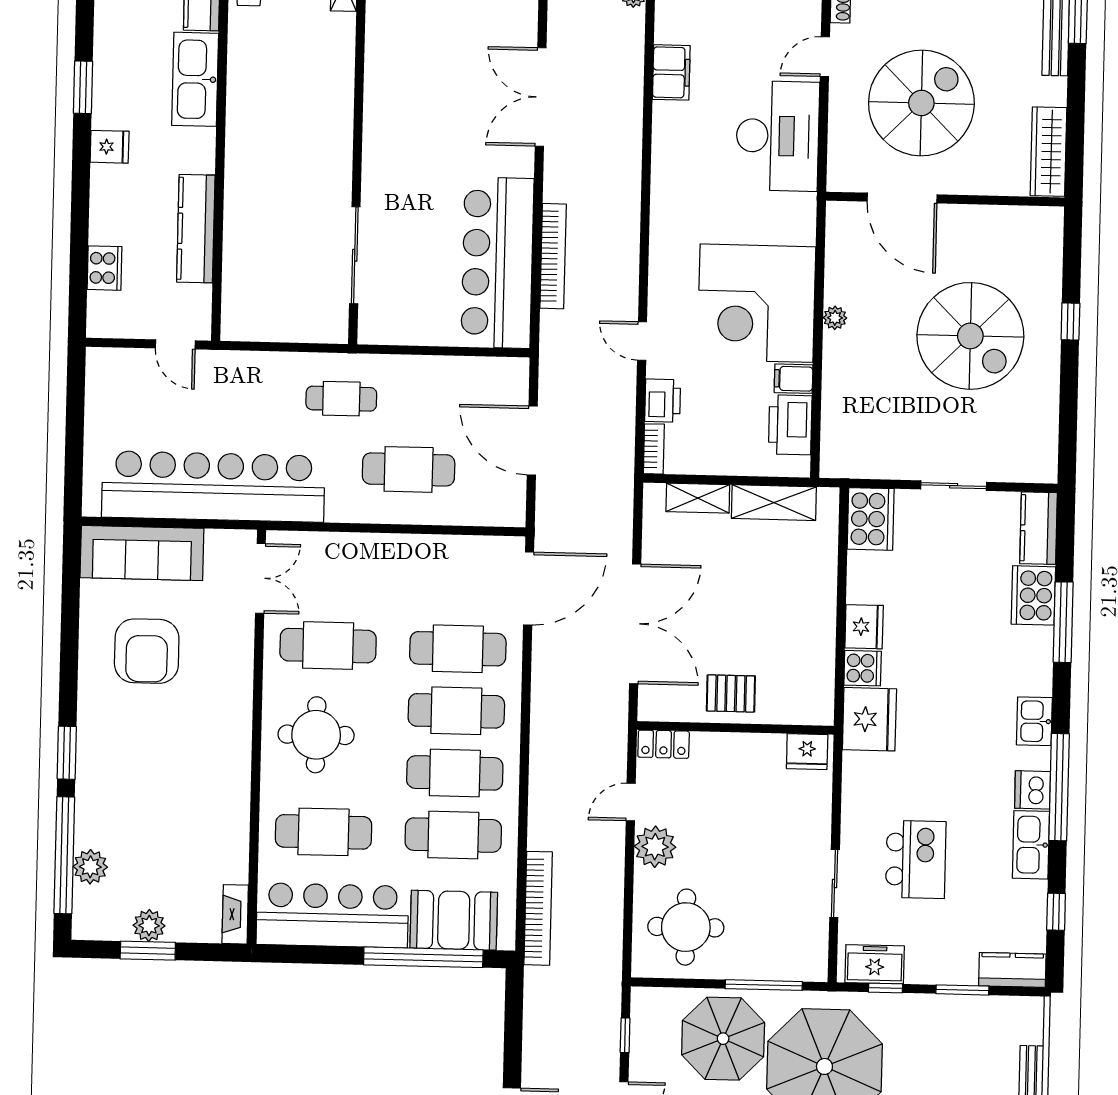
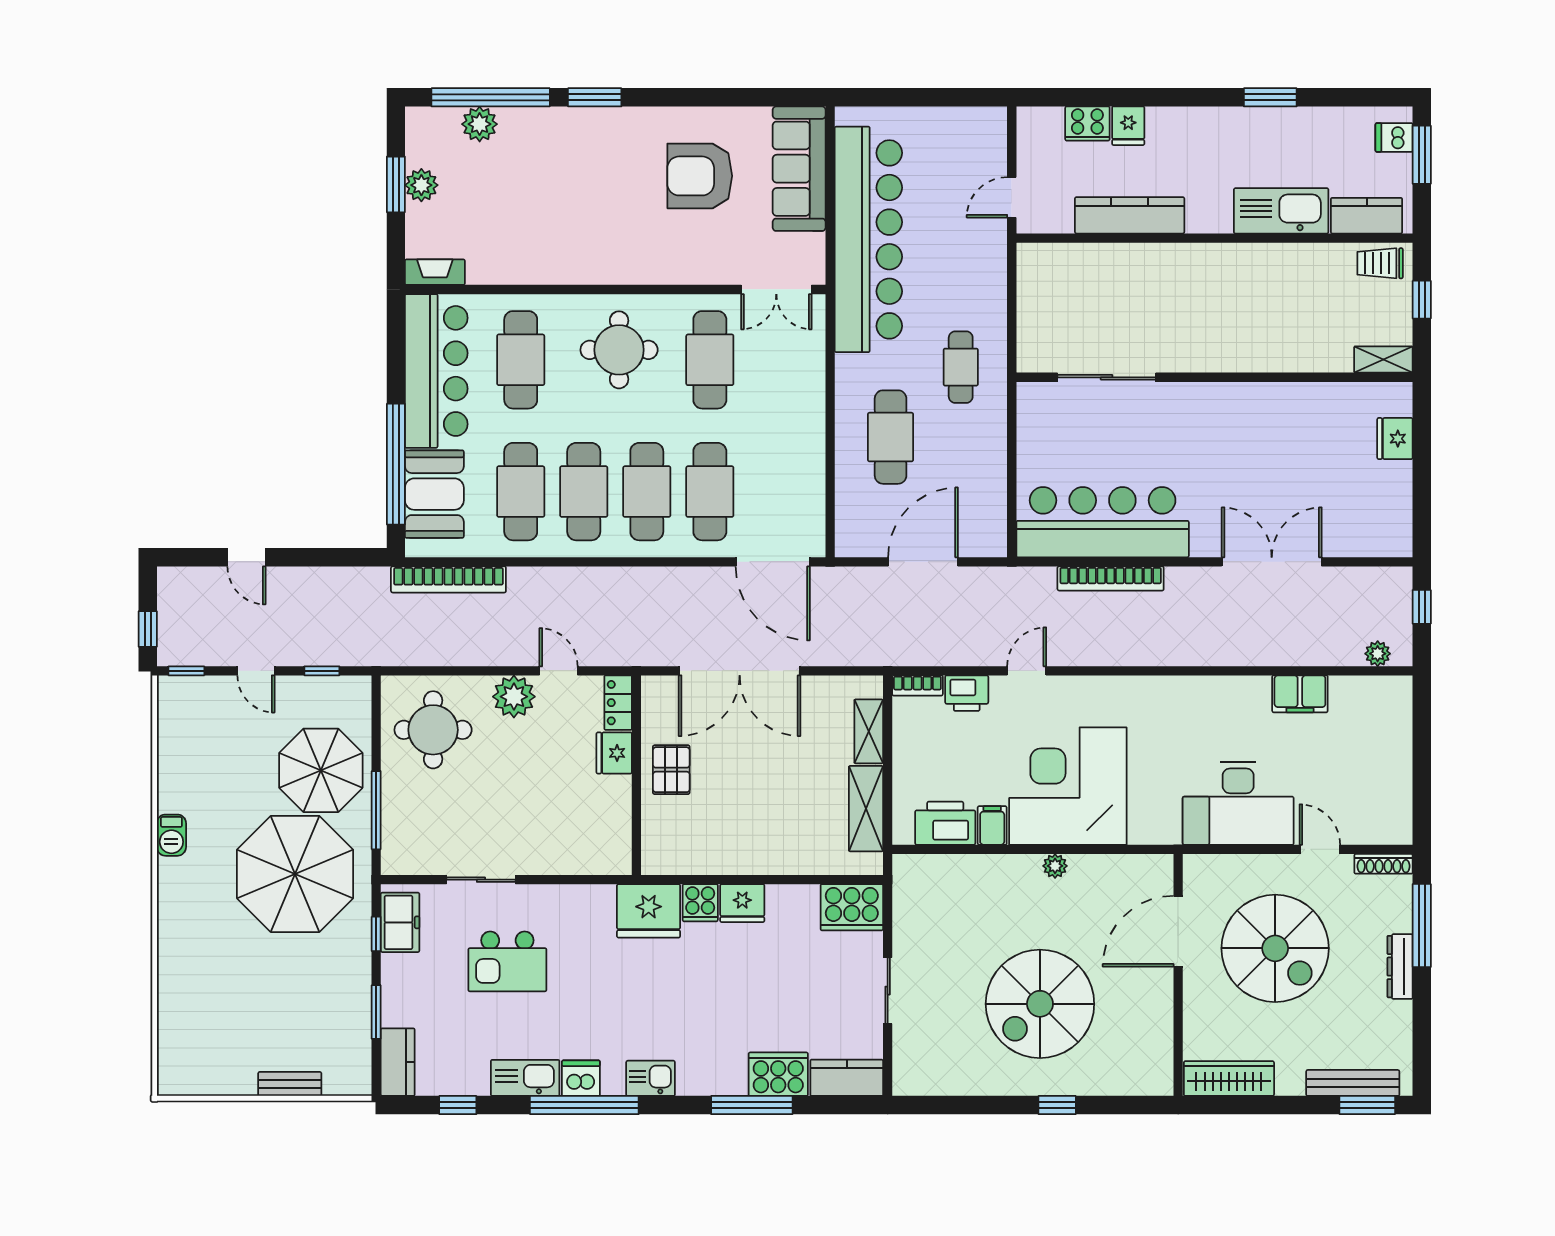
fridge: (110, 147) -> (1128, 126), moved
fridge: (807, 752) -> (614, 753), moved

